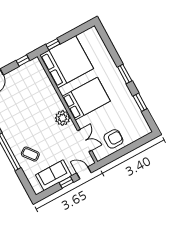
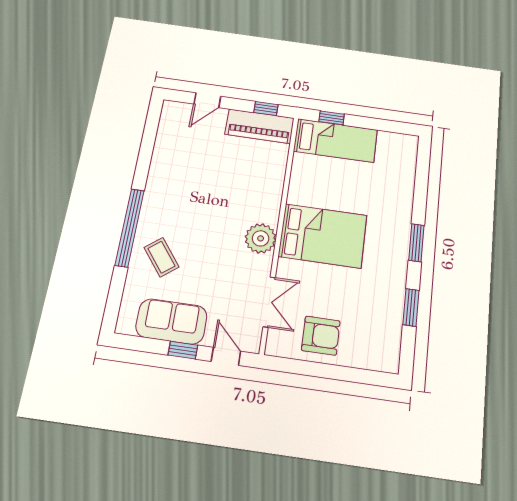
bed: (66, 62) -> (335, 140), width x0.49
piano: (26, 70) -> (260, 126), added

